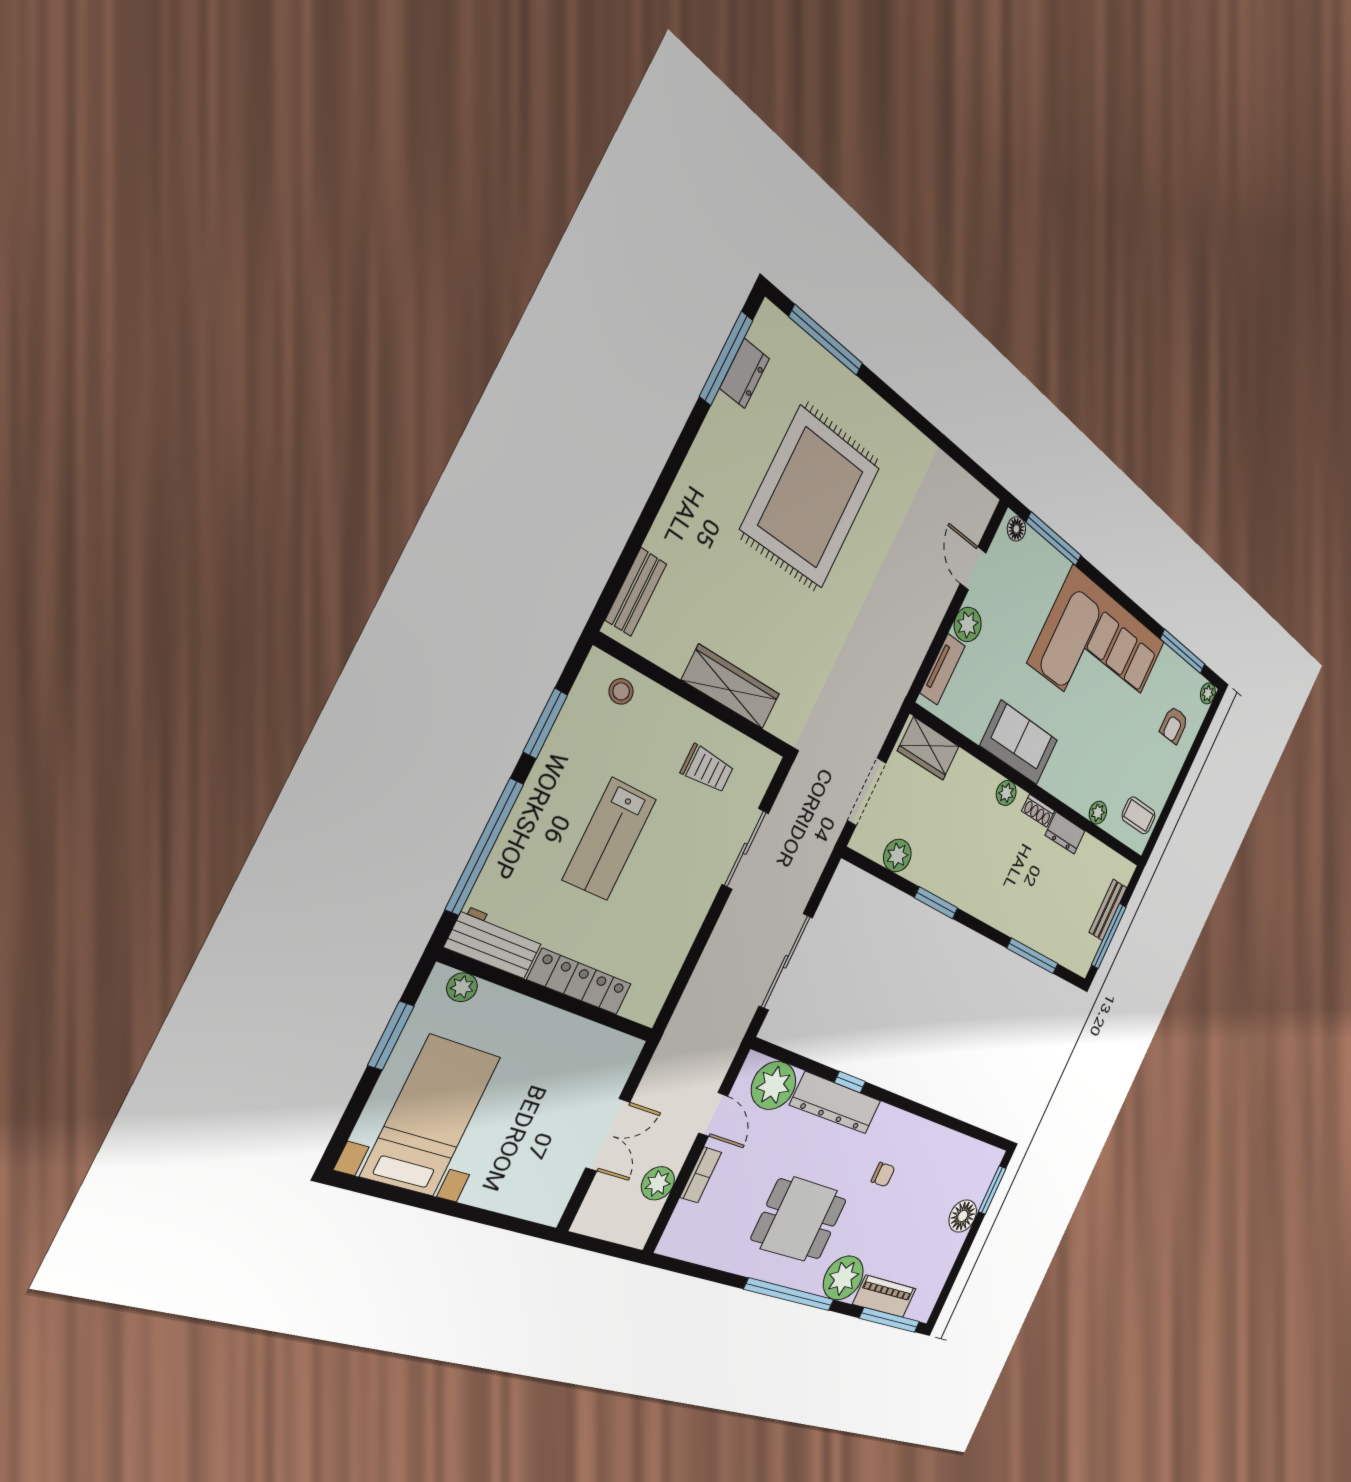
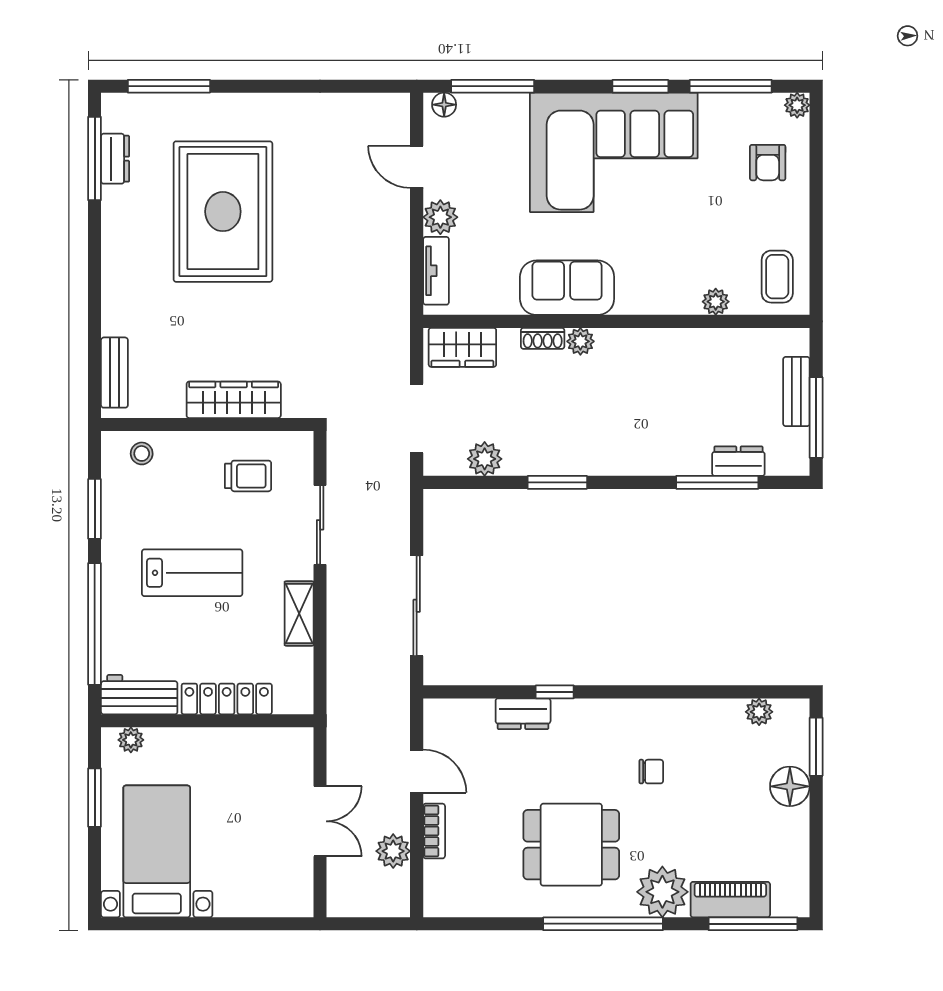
window: (1137, 612) -> (640, 86), added
shoe rack: (1038, 811) -> (543, 338), moved
coffee table: (1139, 815) -> (777, 277), turned 90
dresser: (1065, 833) -> (738, 461), moved, turned 180
lab bench: (610, 839) -> (192, 573), turned -90
shelving: (687, 925) -> (299, 613), added
plant: (774, 1085) -> (759, 712), moved, width x0.53, depth x0.53
dresser: (836, 1103) -> (523, 714), width x0.51, depth x0.80

